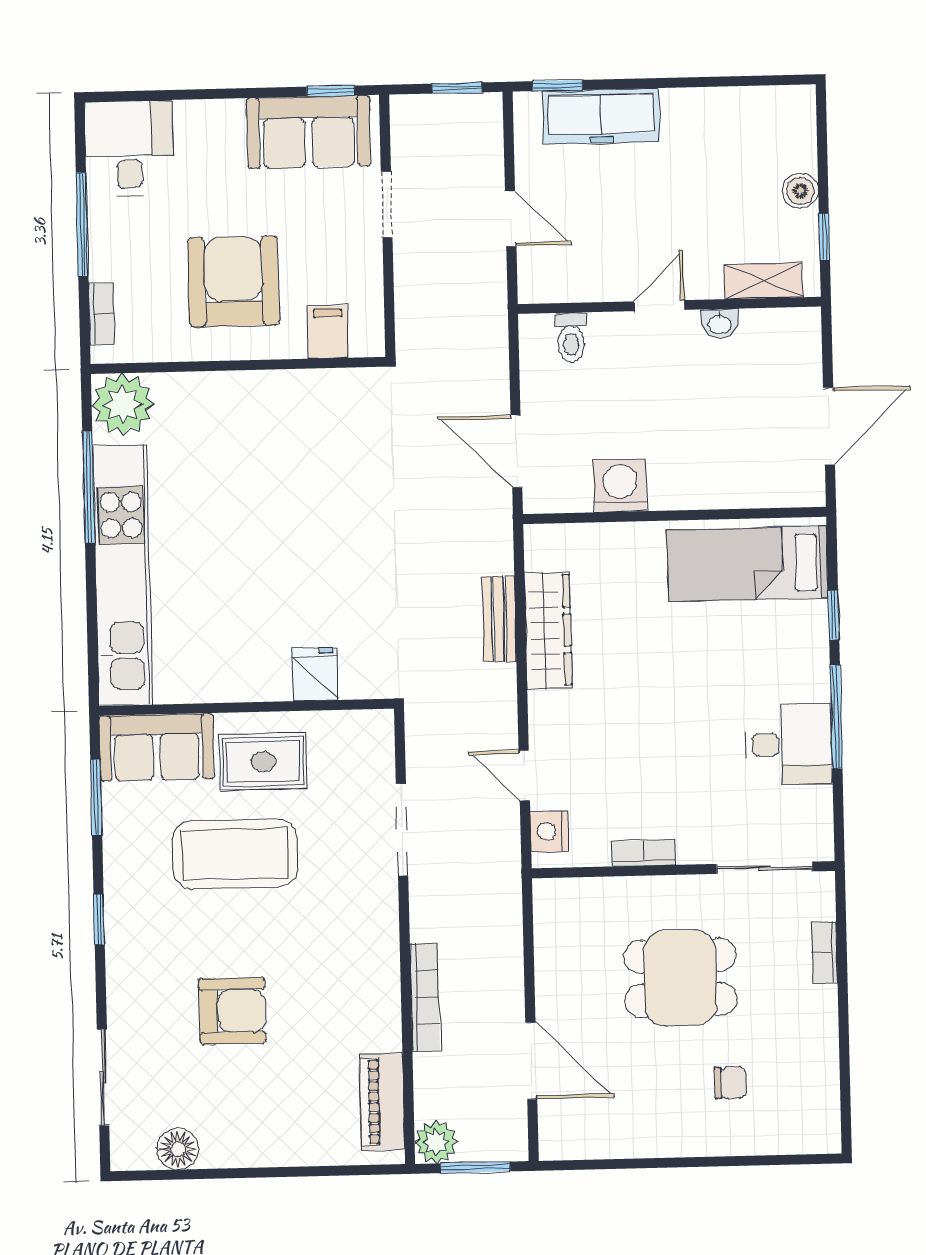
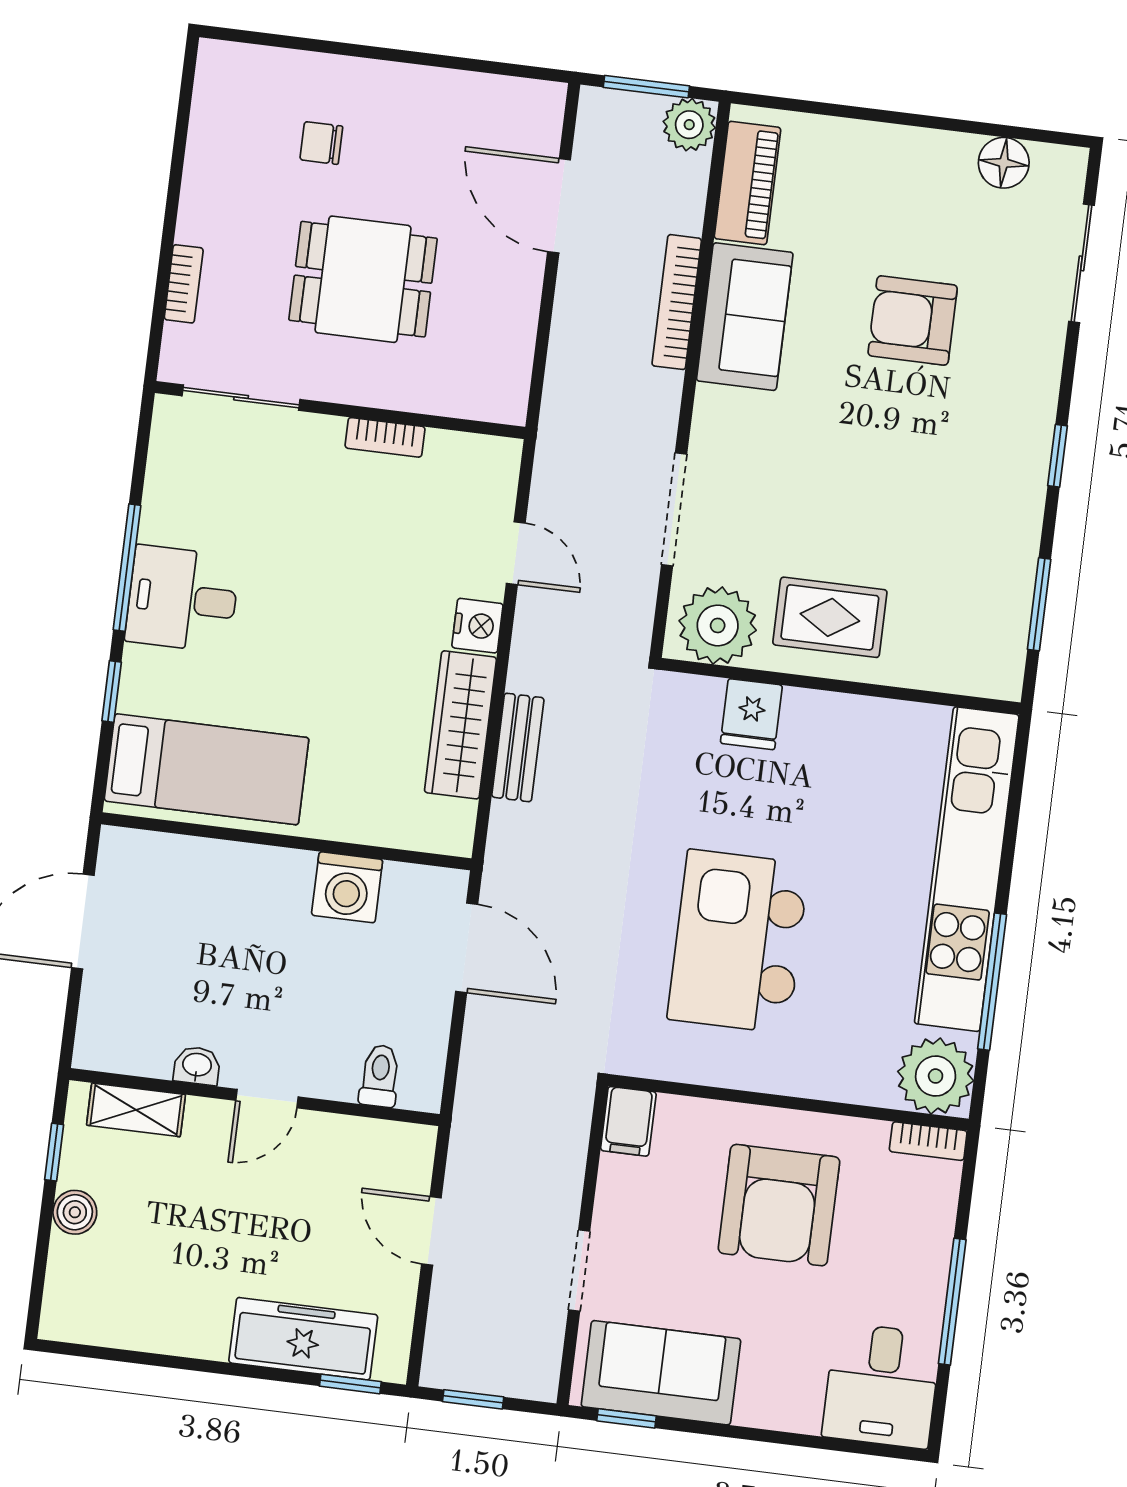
bookcase: (102, 314) -> (928, 1141), moved, turned -90
filing cabinet: (328, 332) -> (628, 1121), moved
kitchen island: (298, 489) -> (738, 941), added
plant: (353, 741) -> (718, 625), added
desk: (789, 744) -> (182, 599), moved
sofa: (157, 747) -> (745, 317), moved, turned 90
nightstand: (549, 831) -> (477, 626), moved
coffee table: (235, 854) -> (881, 510), removed

